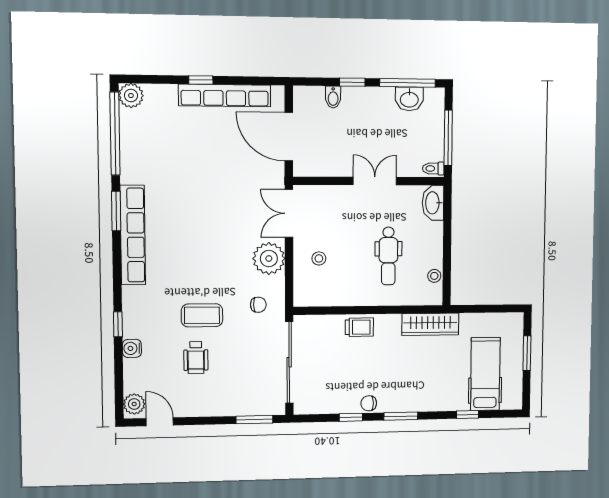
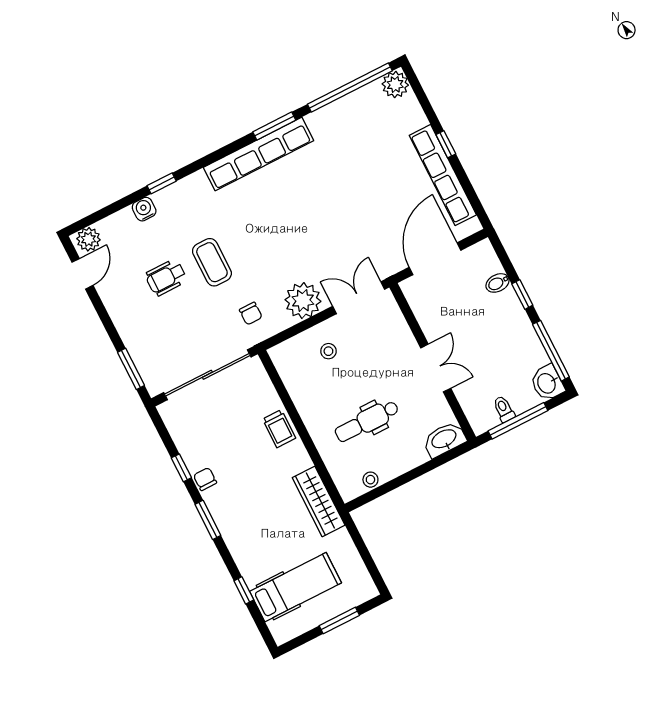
washbasin: (409, 99) -> (547, 383), moved
toilet: (433, 169) -> (504, 409), moved

